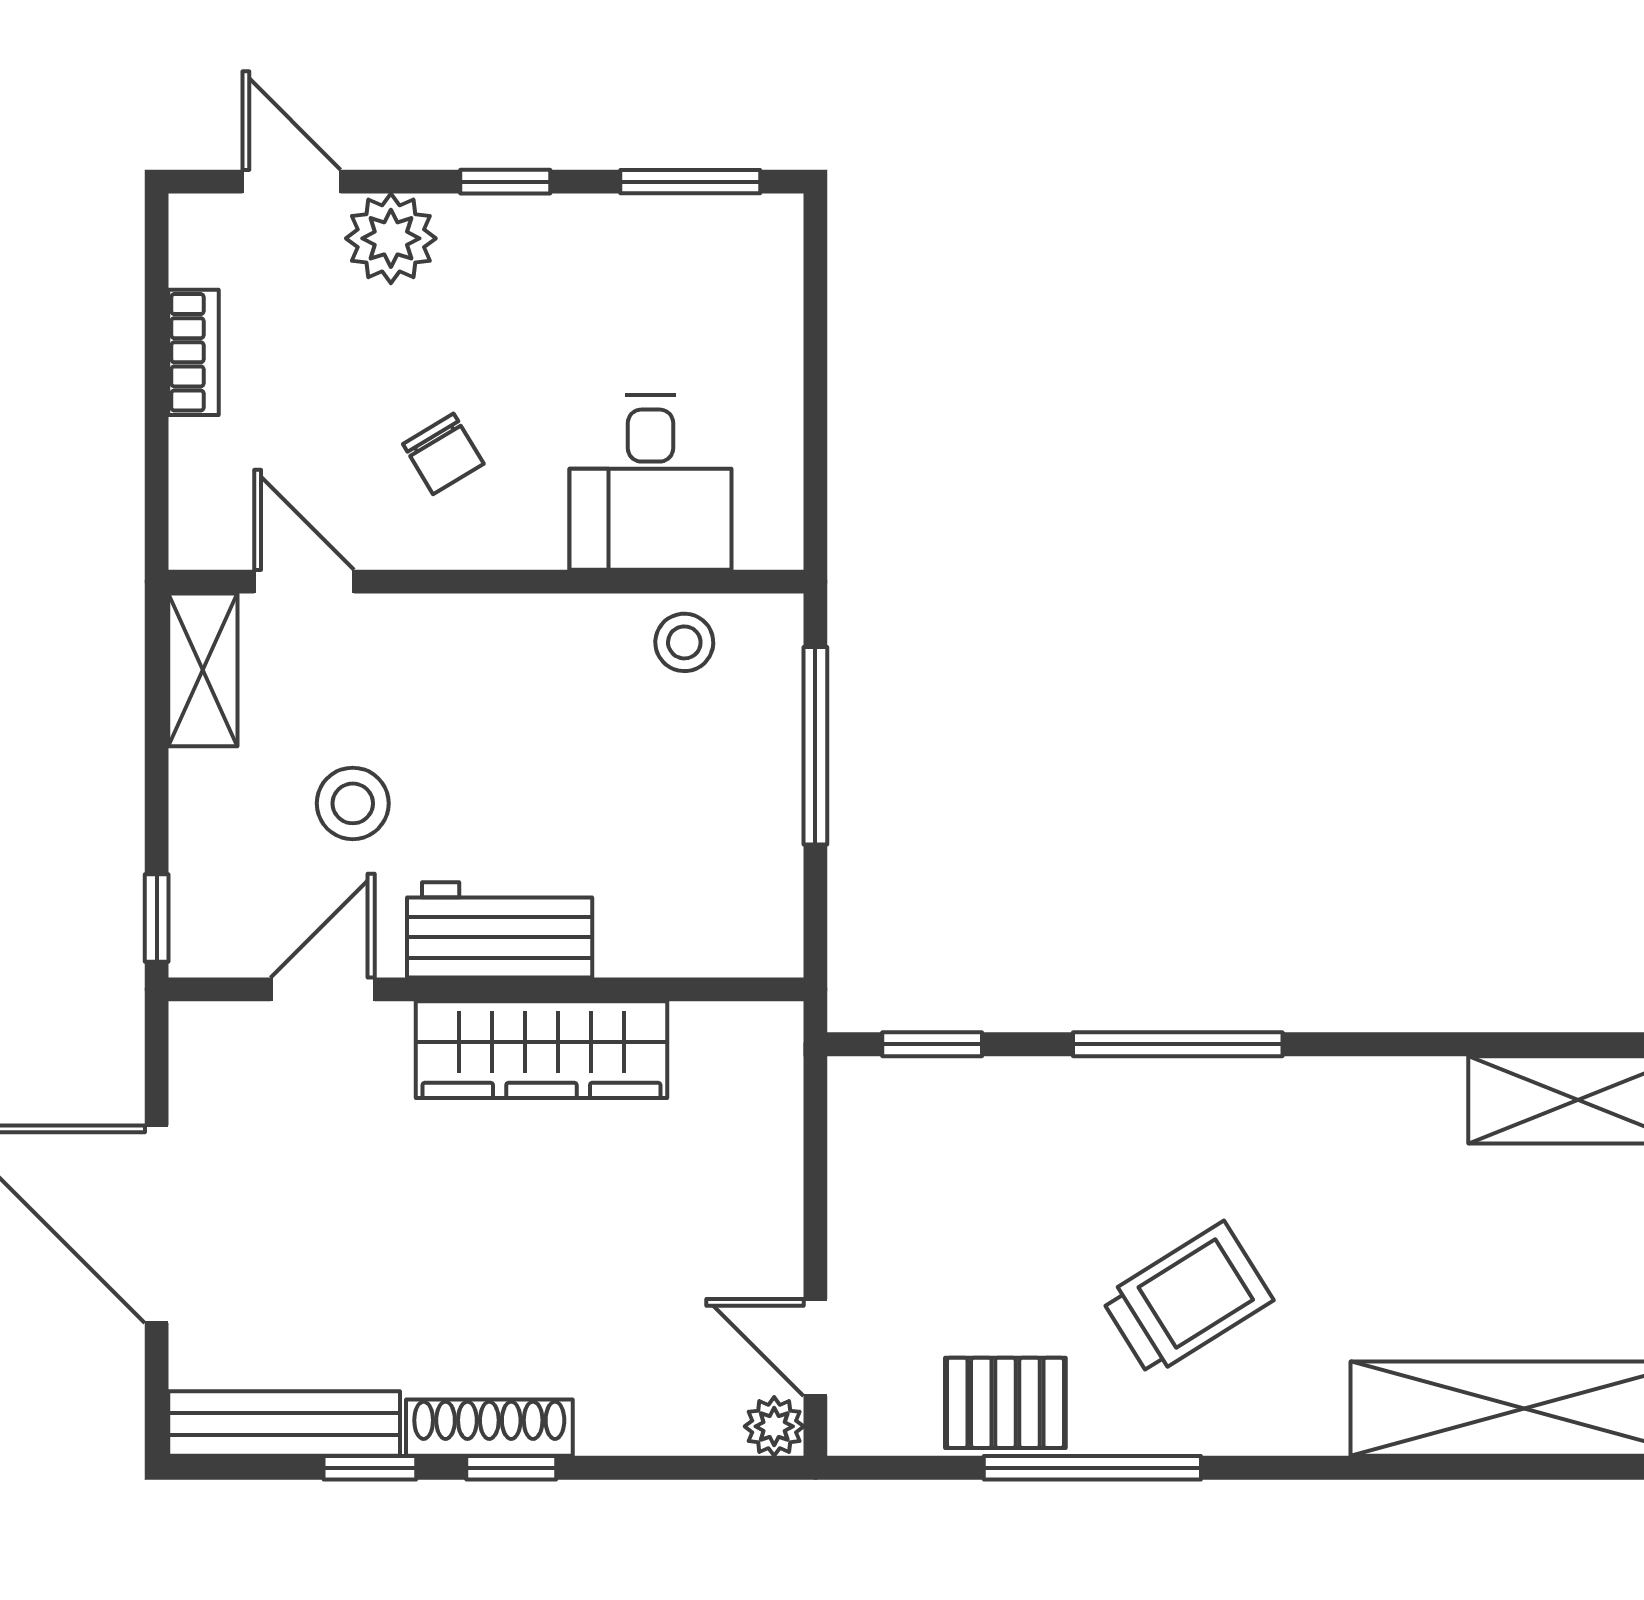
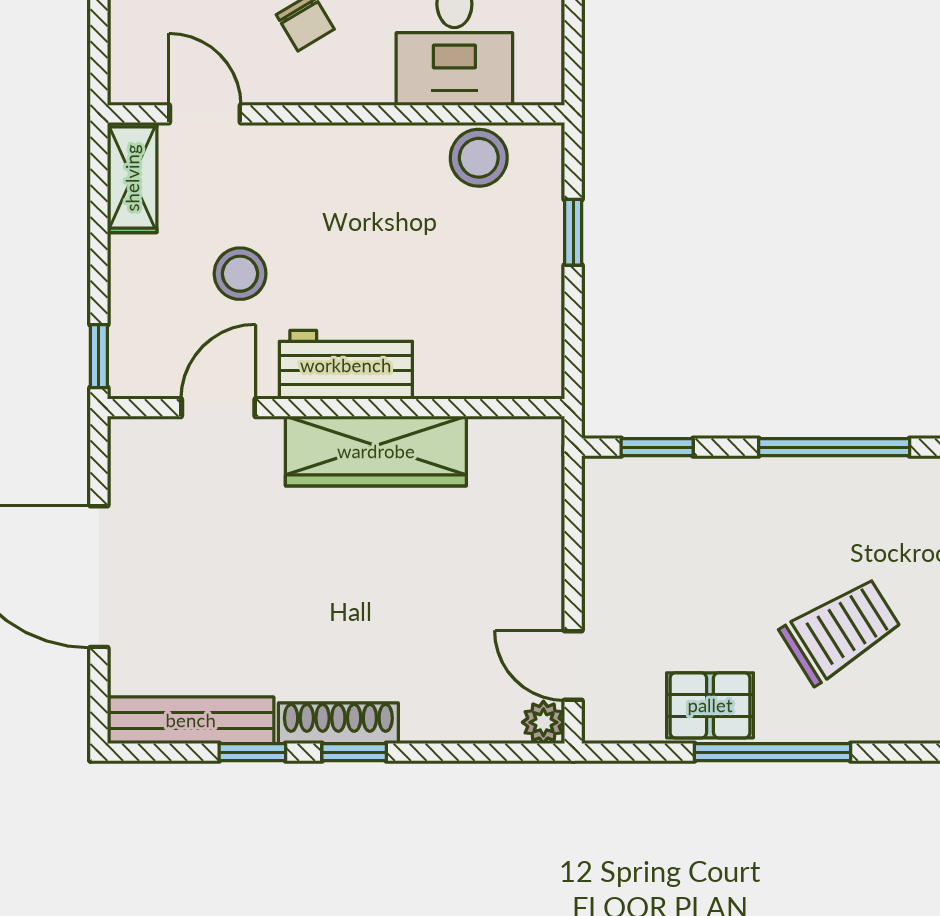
stool: (684, 642) -> (479, 158), width x1.37, depth x1.37
window: (815, 746) -> (573, 232), width x0.46

